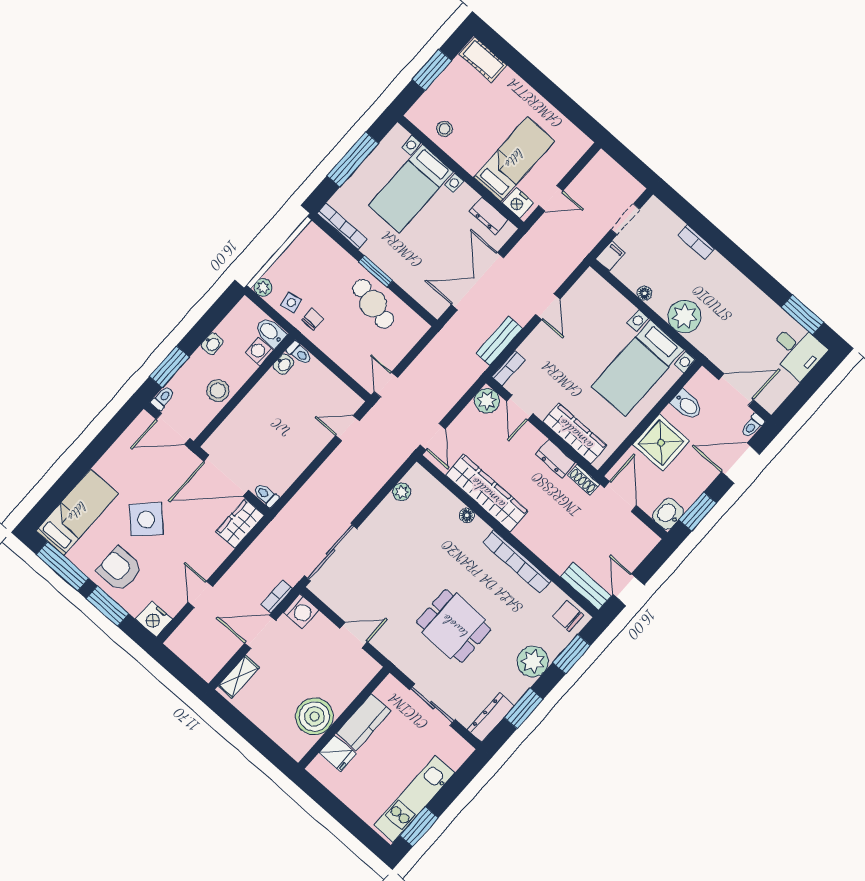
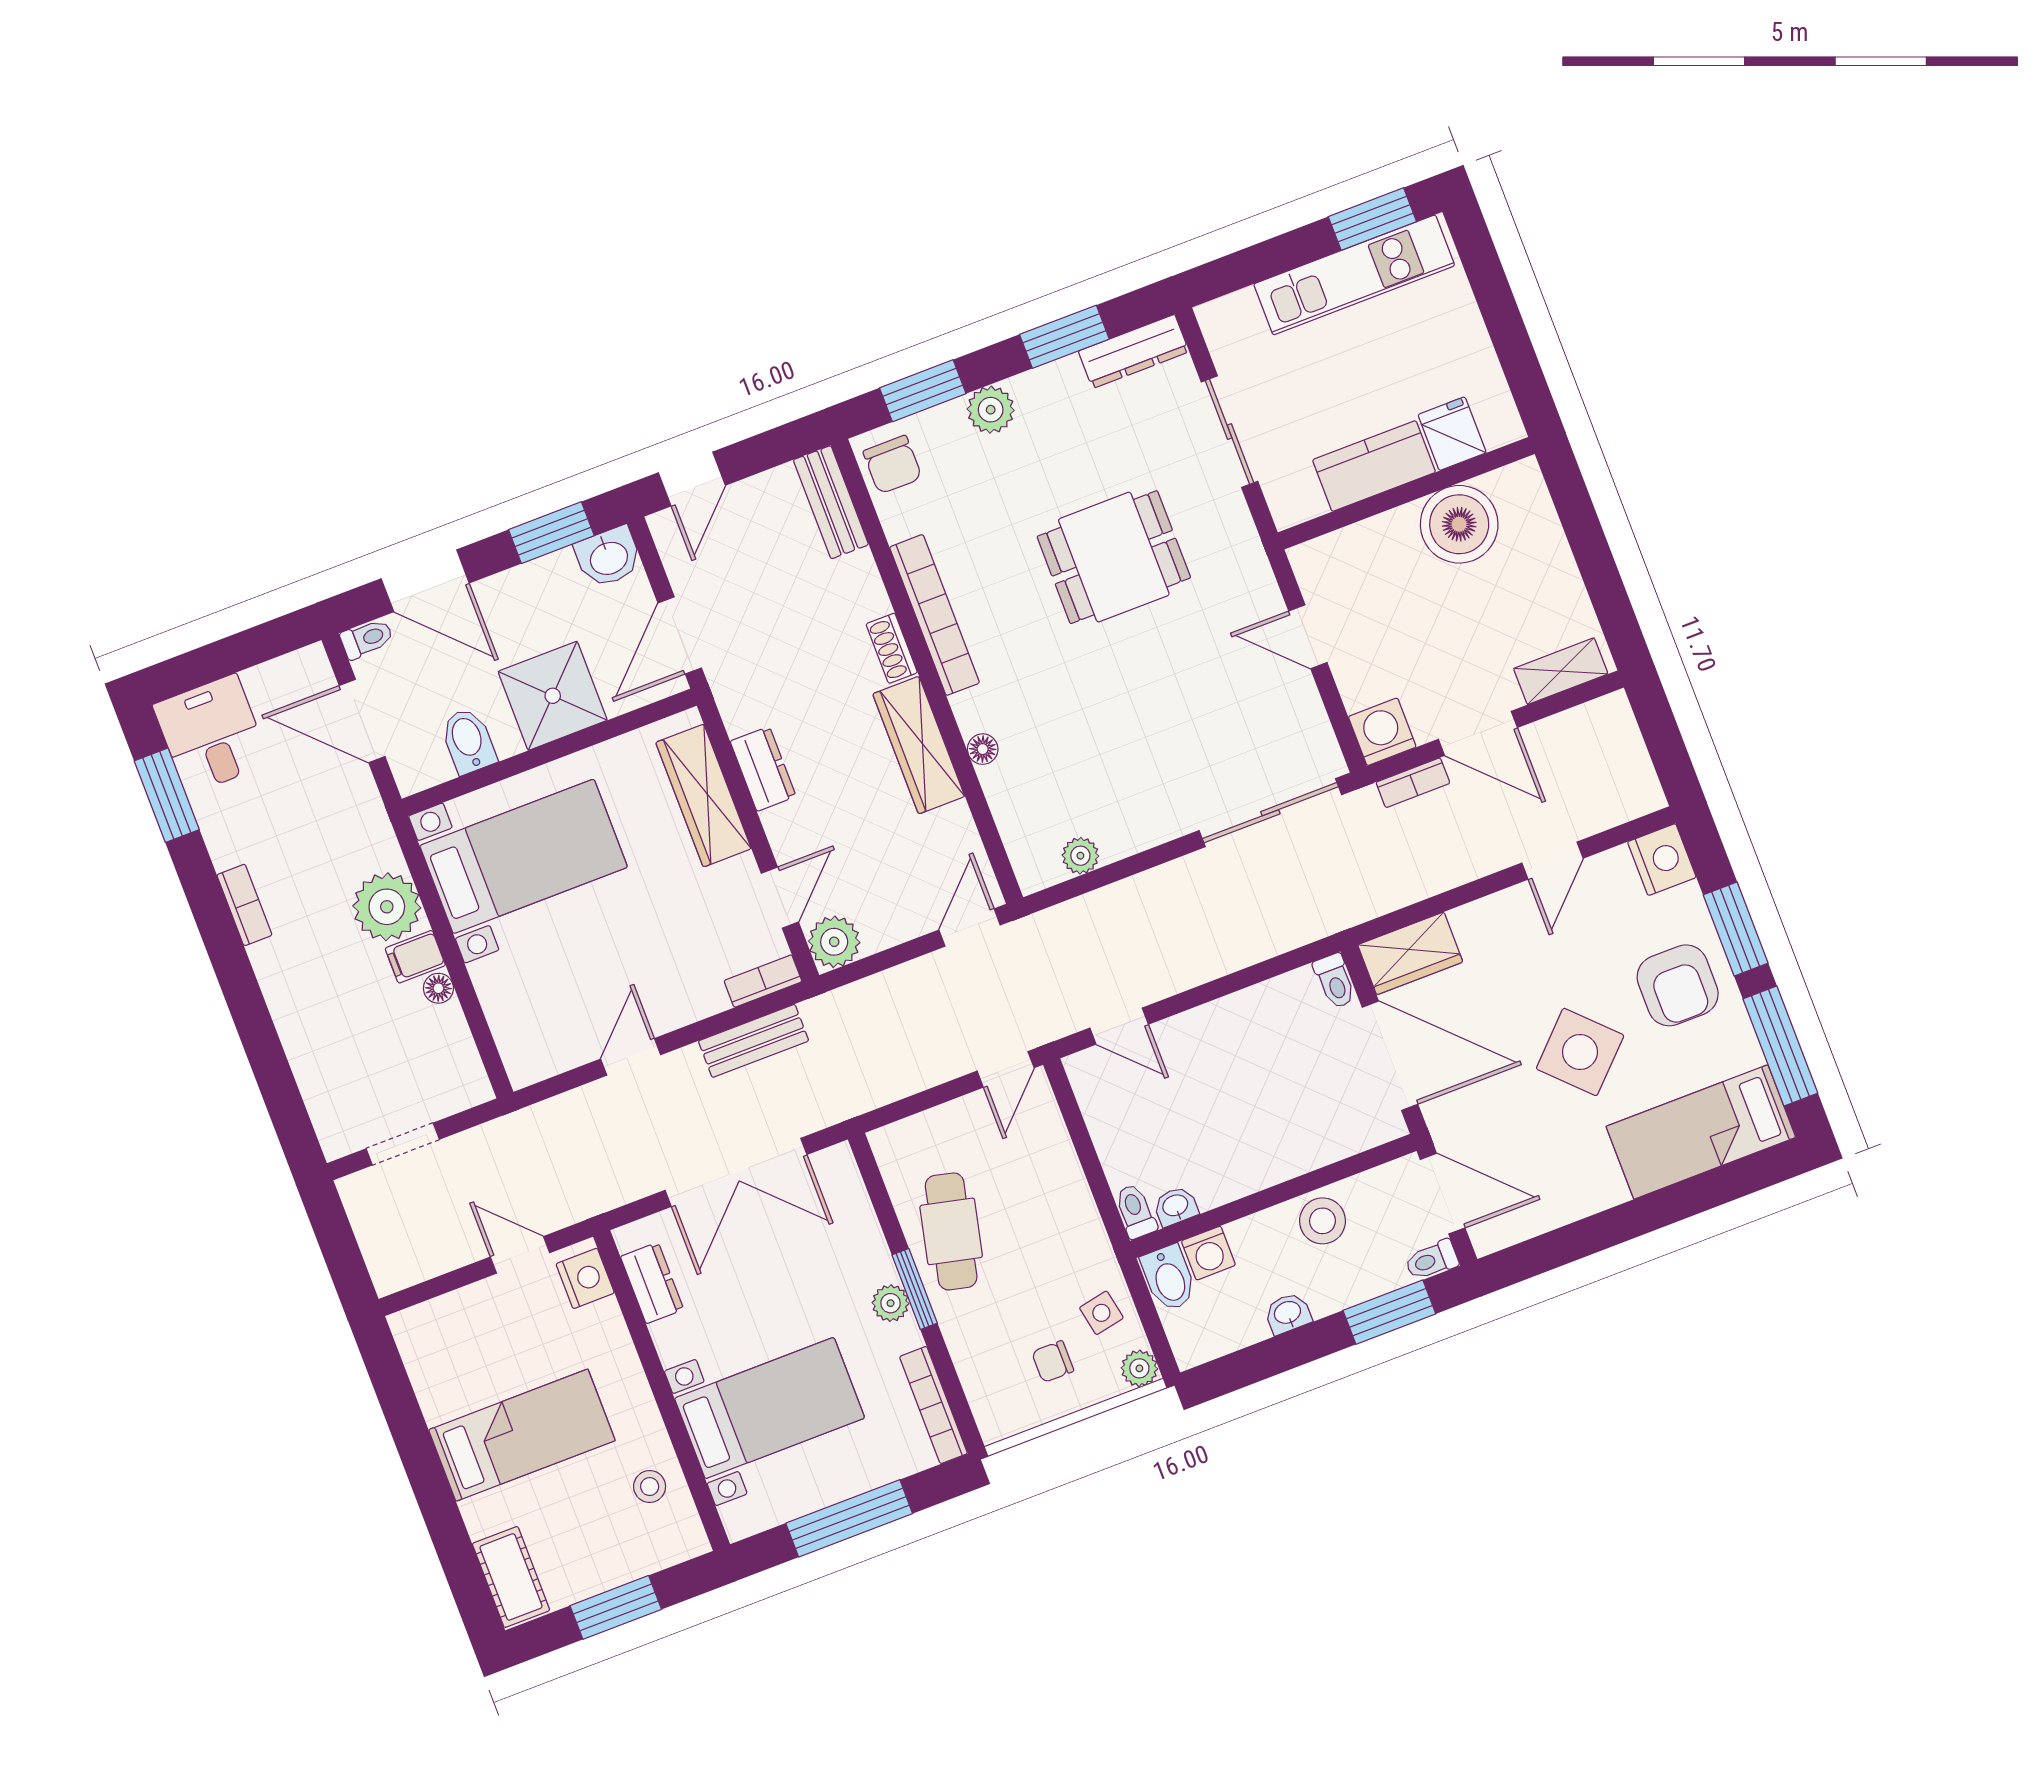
bed: (514, 159) -> (522, 1435), moved, turned 180
bookcase: (696, 242) -> (244, 905), moved
filing cabinet: (610, 256) -> (415, 957), moved
plant: (383, 260) -> (891, 1303), added
chair: (313, 319) -> (1053, 1362), moved
shoe rack: (584, 480) -> (892, 648), moved, turned 180
wardrobe: (487, 493) -> (919, 745), width x0.71, depth x0.85
door: (629, 590) -> (692, 479), moved
dining table: (454, 626) -> (1114, 557), turned 90
plant: (533, 661) -> (991, 410), width x0.73, depth x0.73

